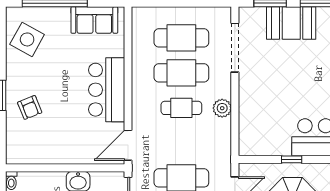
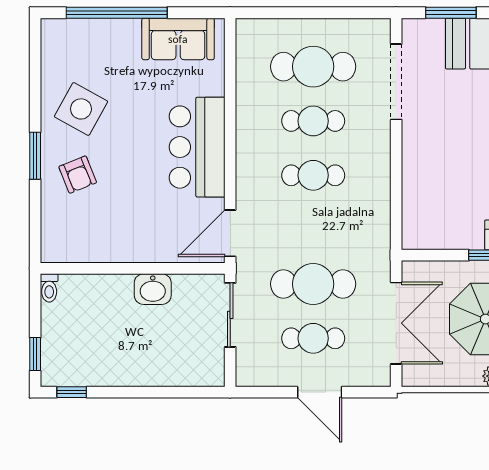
side table: (27, 39) -> (81, 109), moved
cafe table: (181, 73) -> (313, 121), width x0.73, depth x0.74
plant: (222, 108) -> (376, 176), removed

